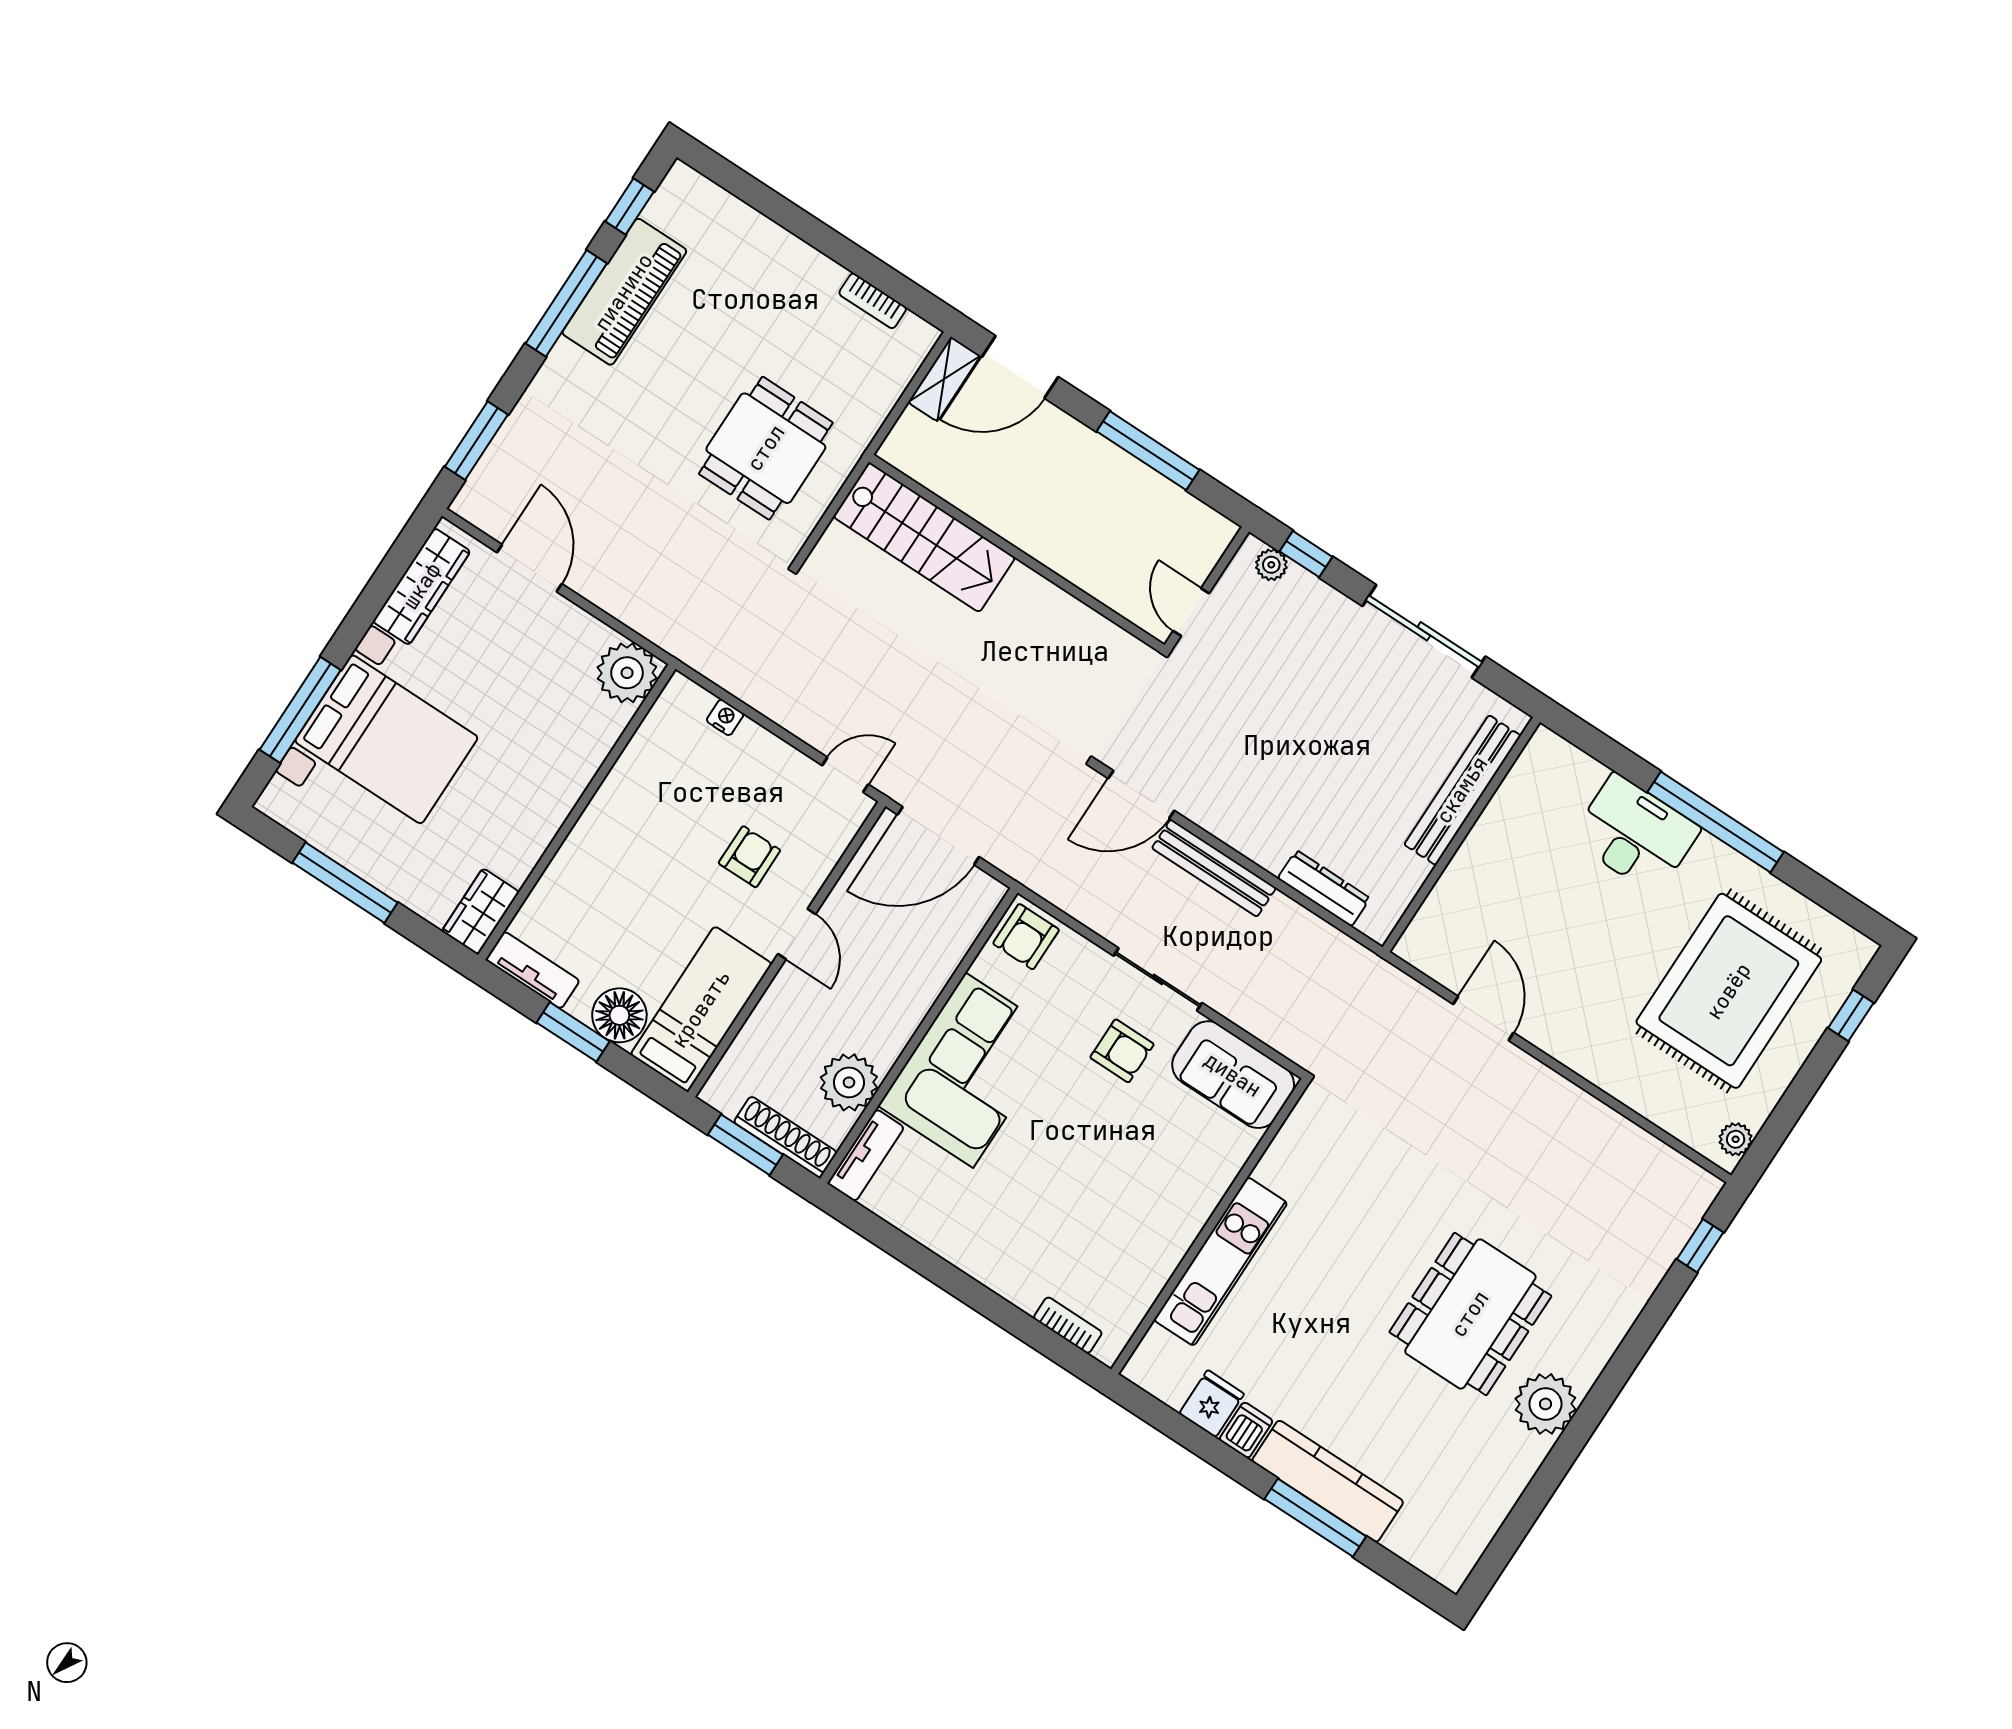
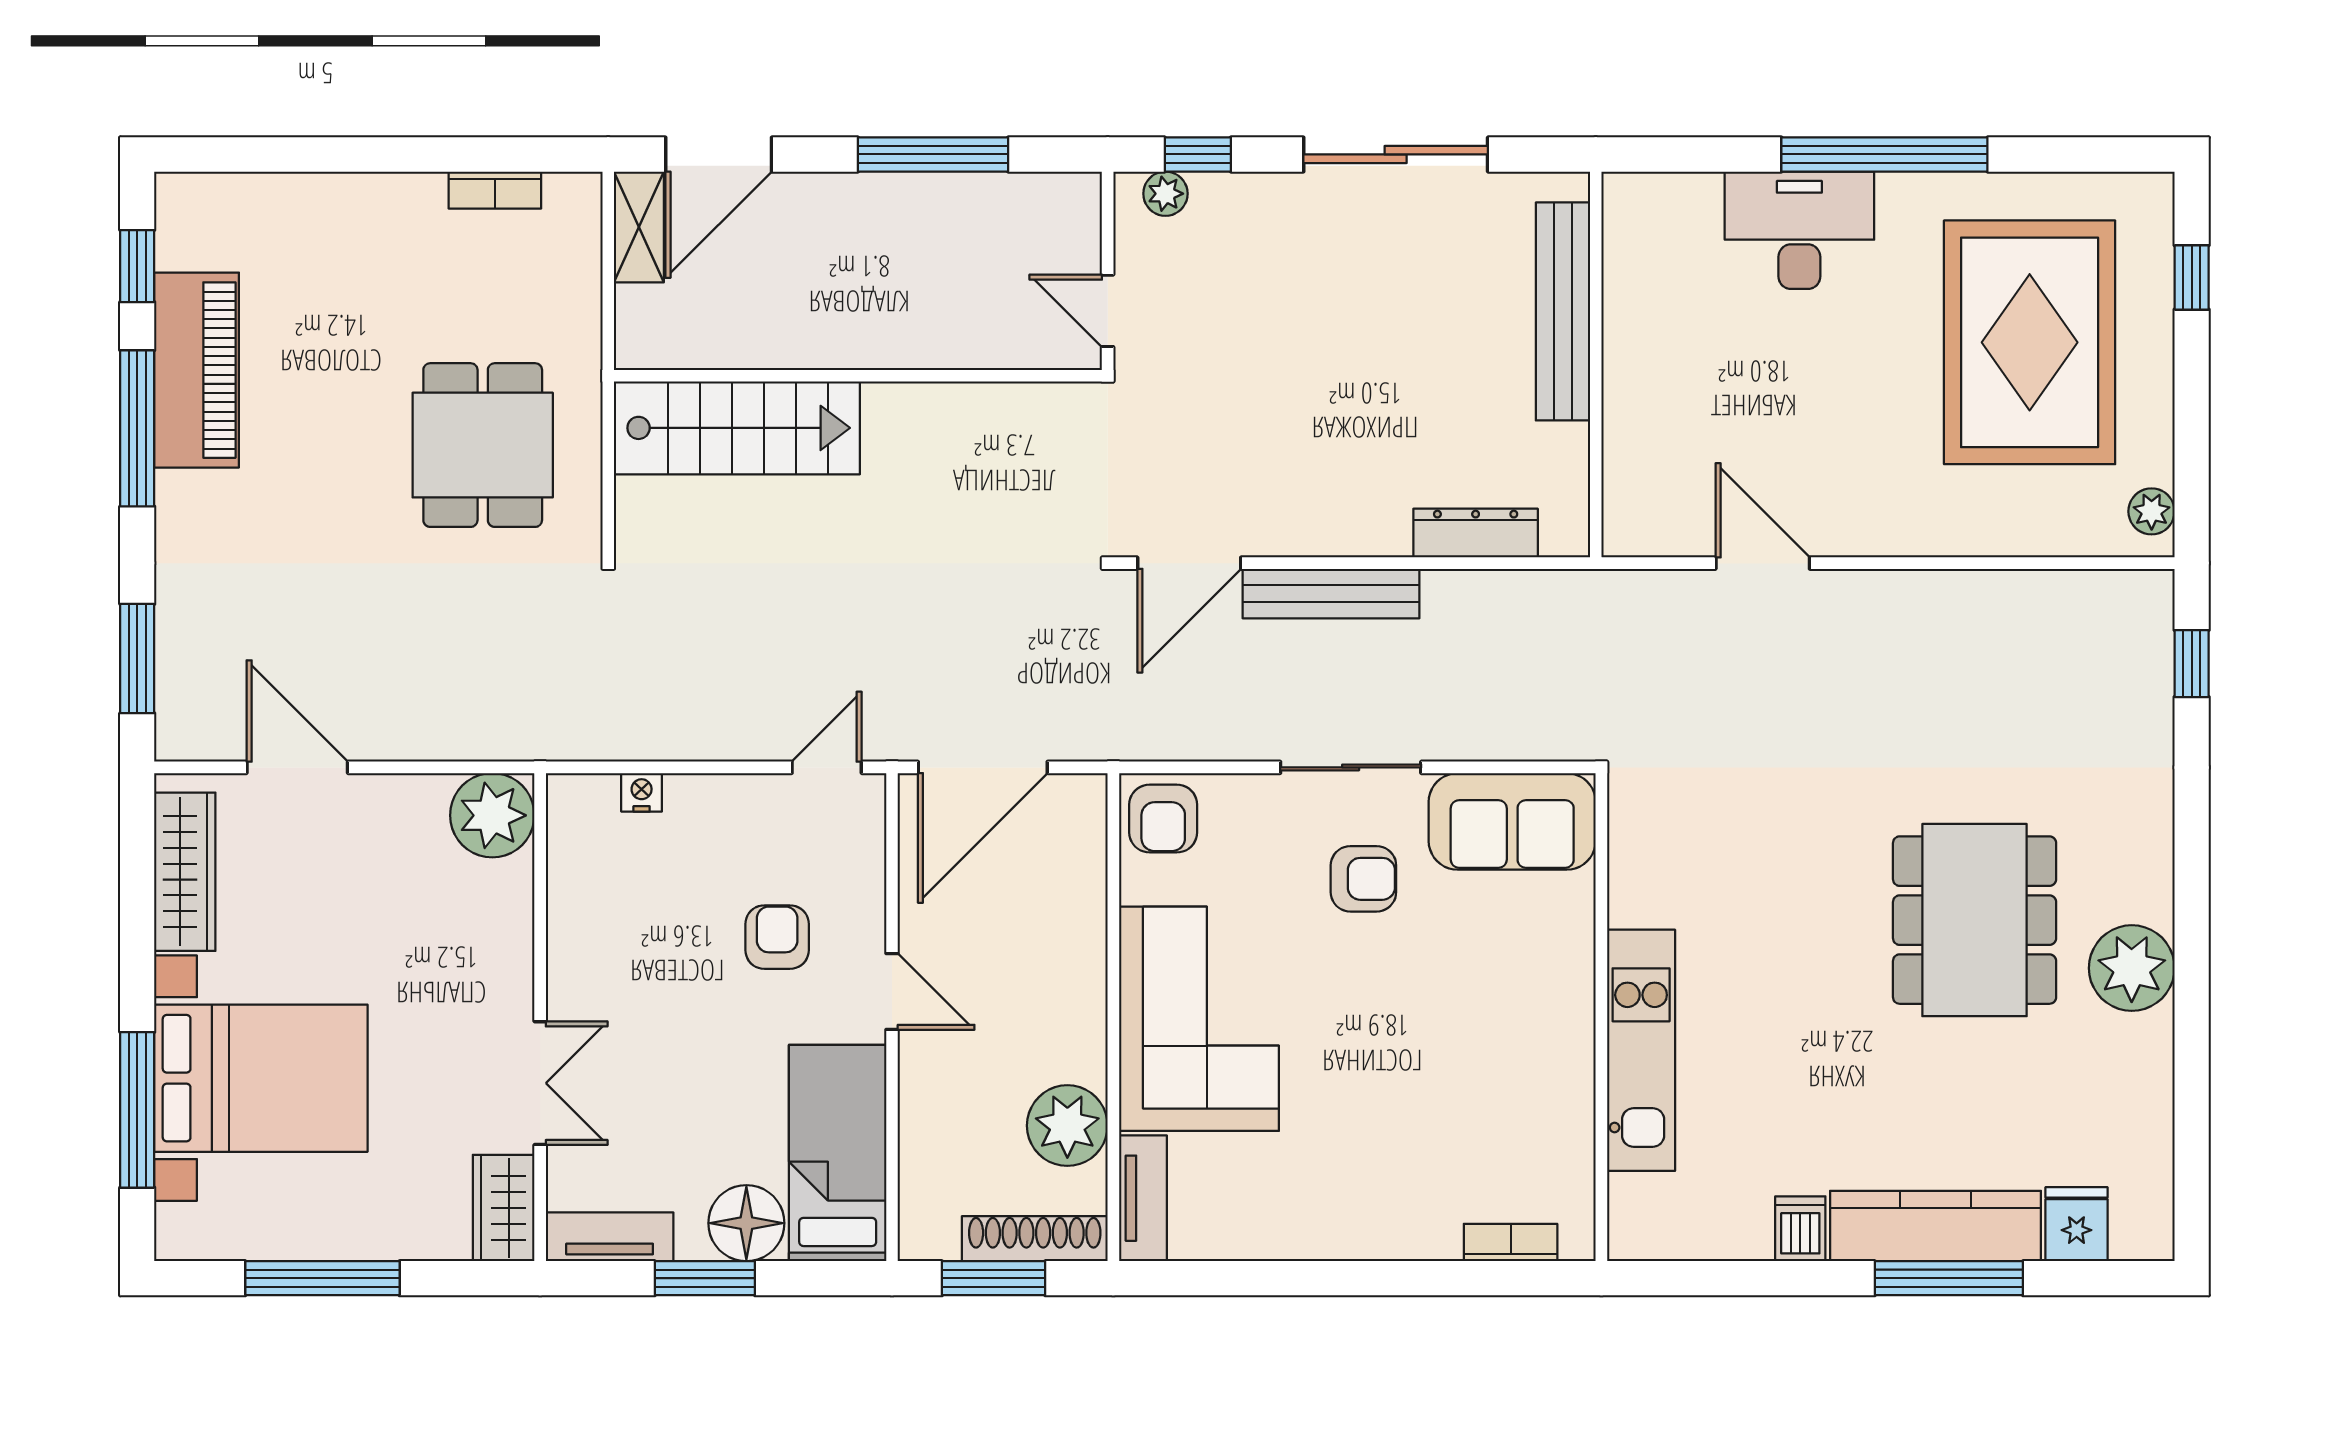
double door: (551, 851) -> (540, 1083), added
fridge: (1212, 1404) -> (2077, 1224), moved

